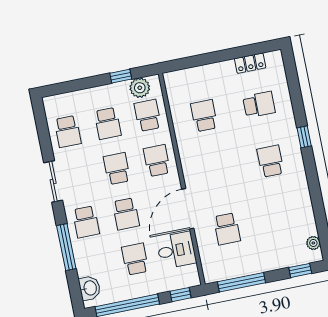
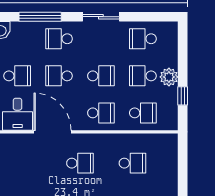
plant: (140, 88) -> (169, 77), moved
school desk: (227, 229) -> (80, 163), moved, turned 180

